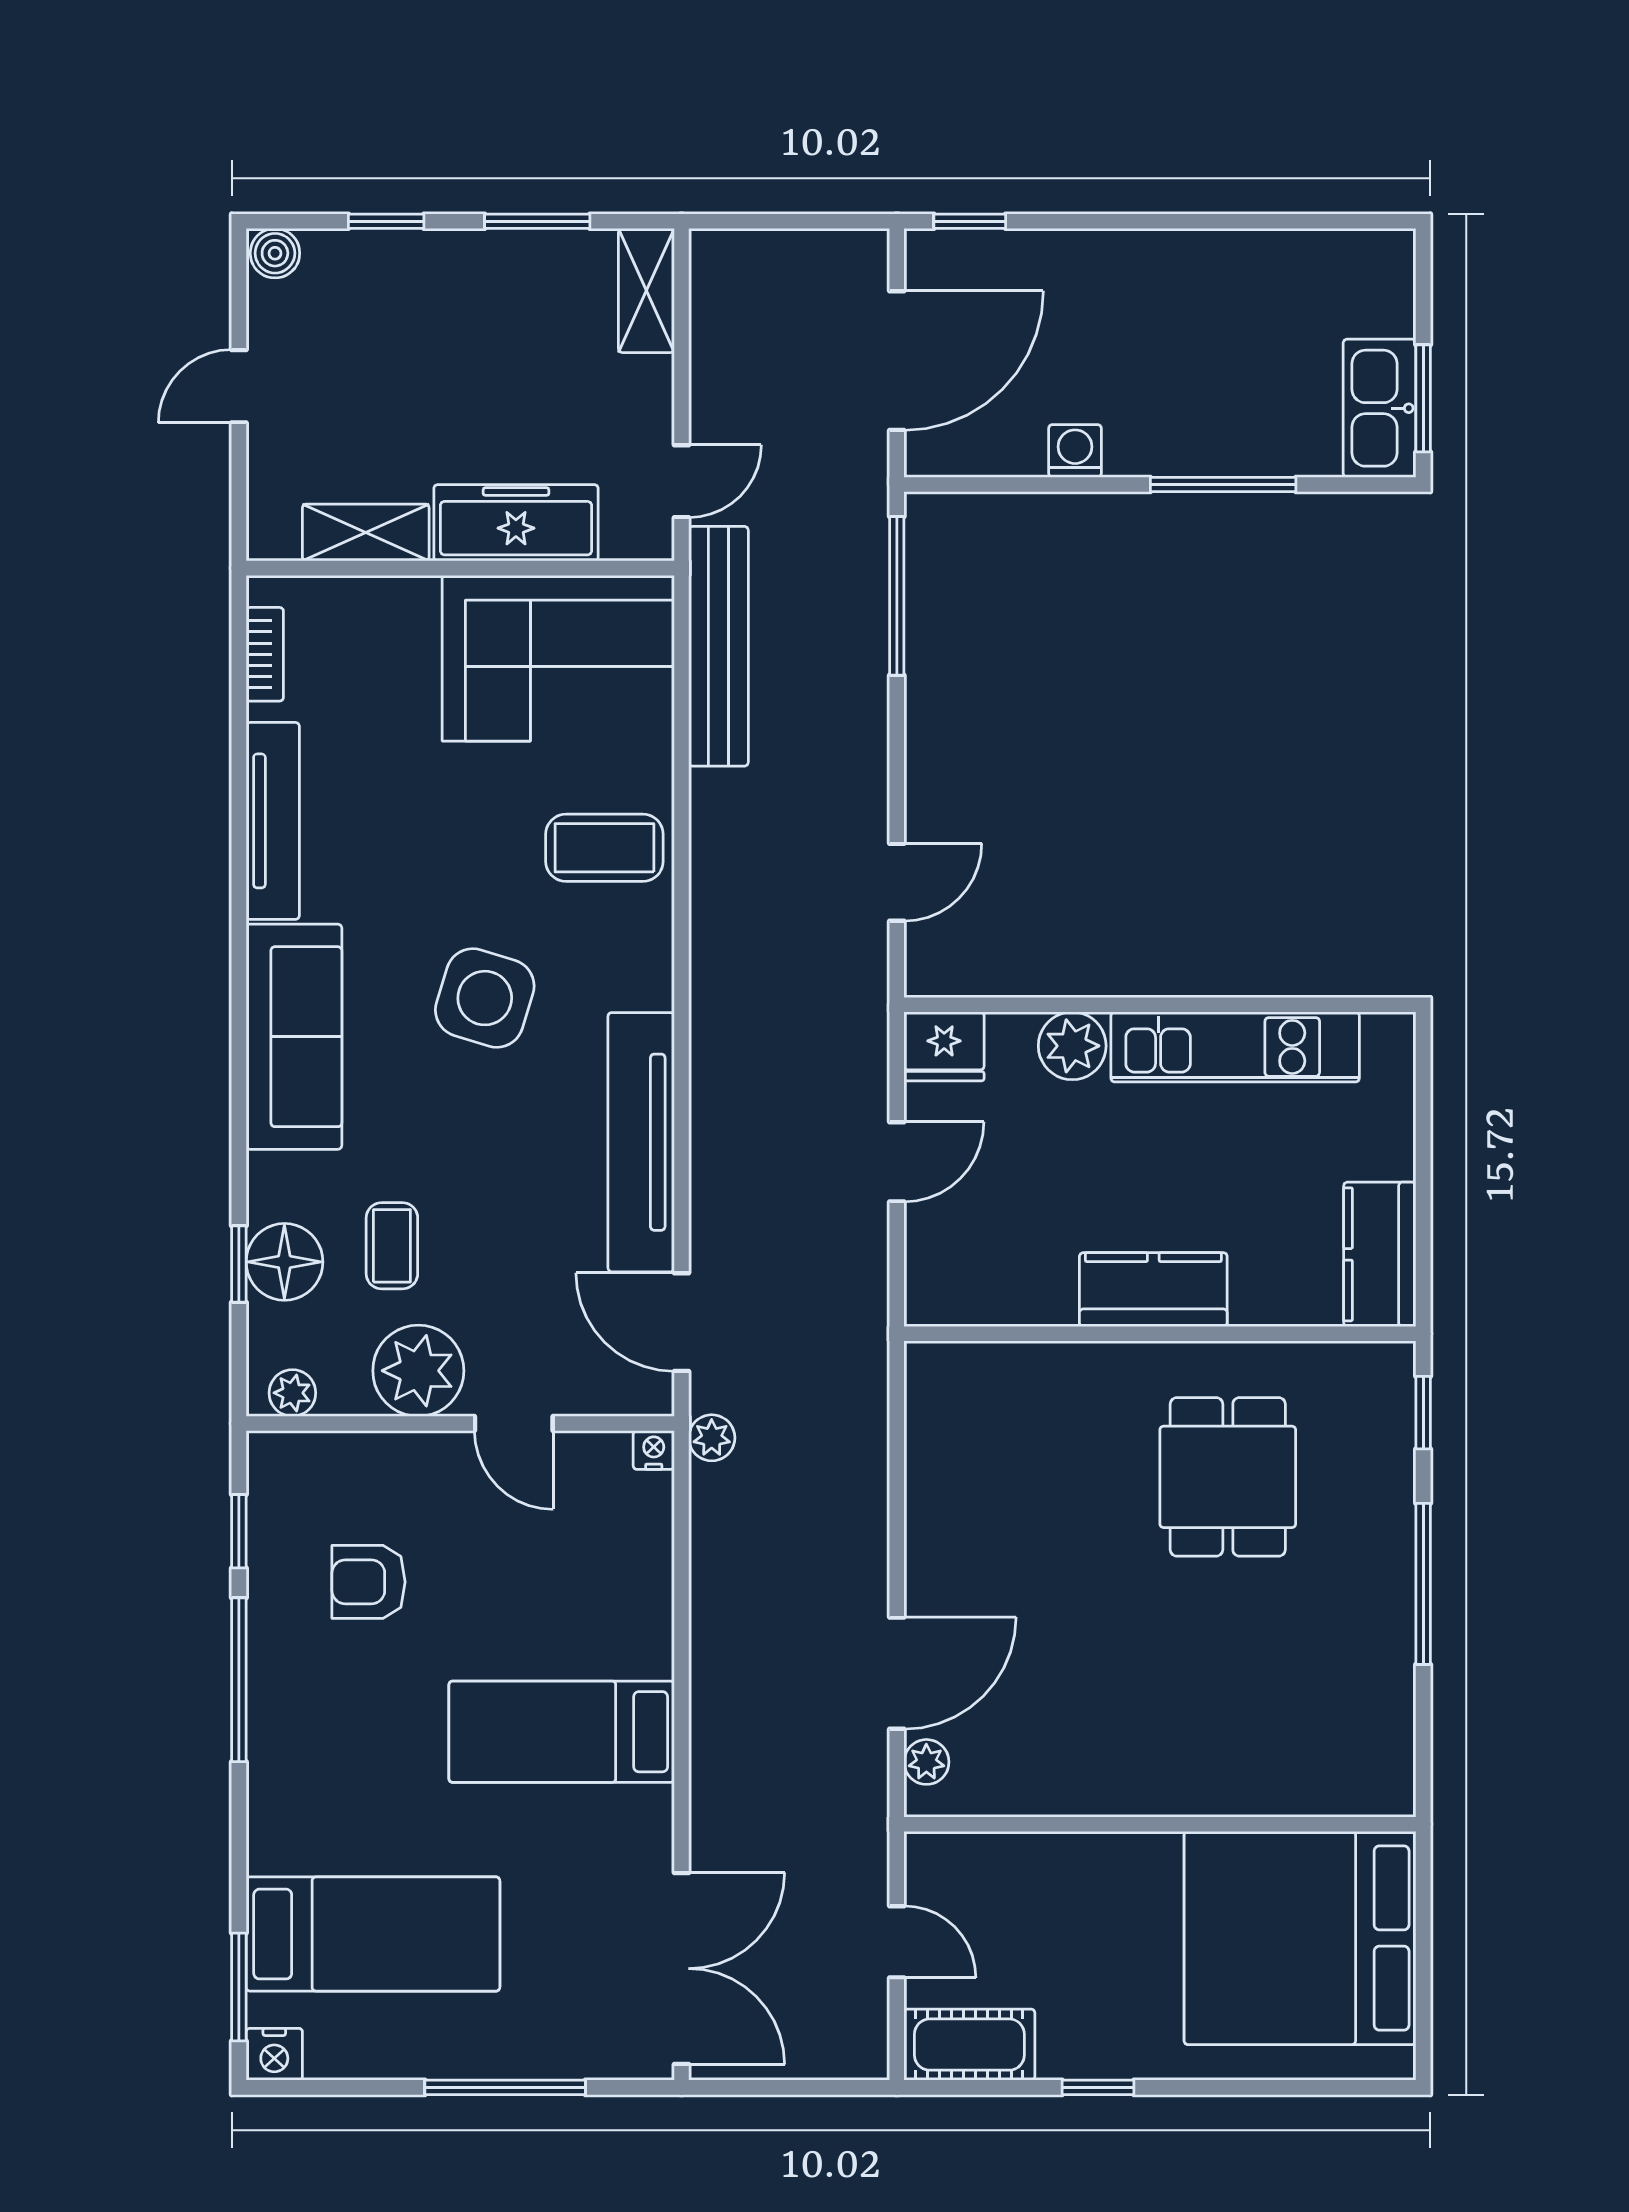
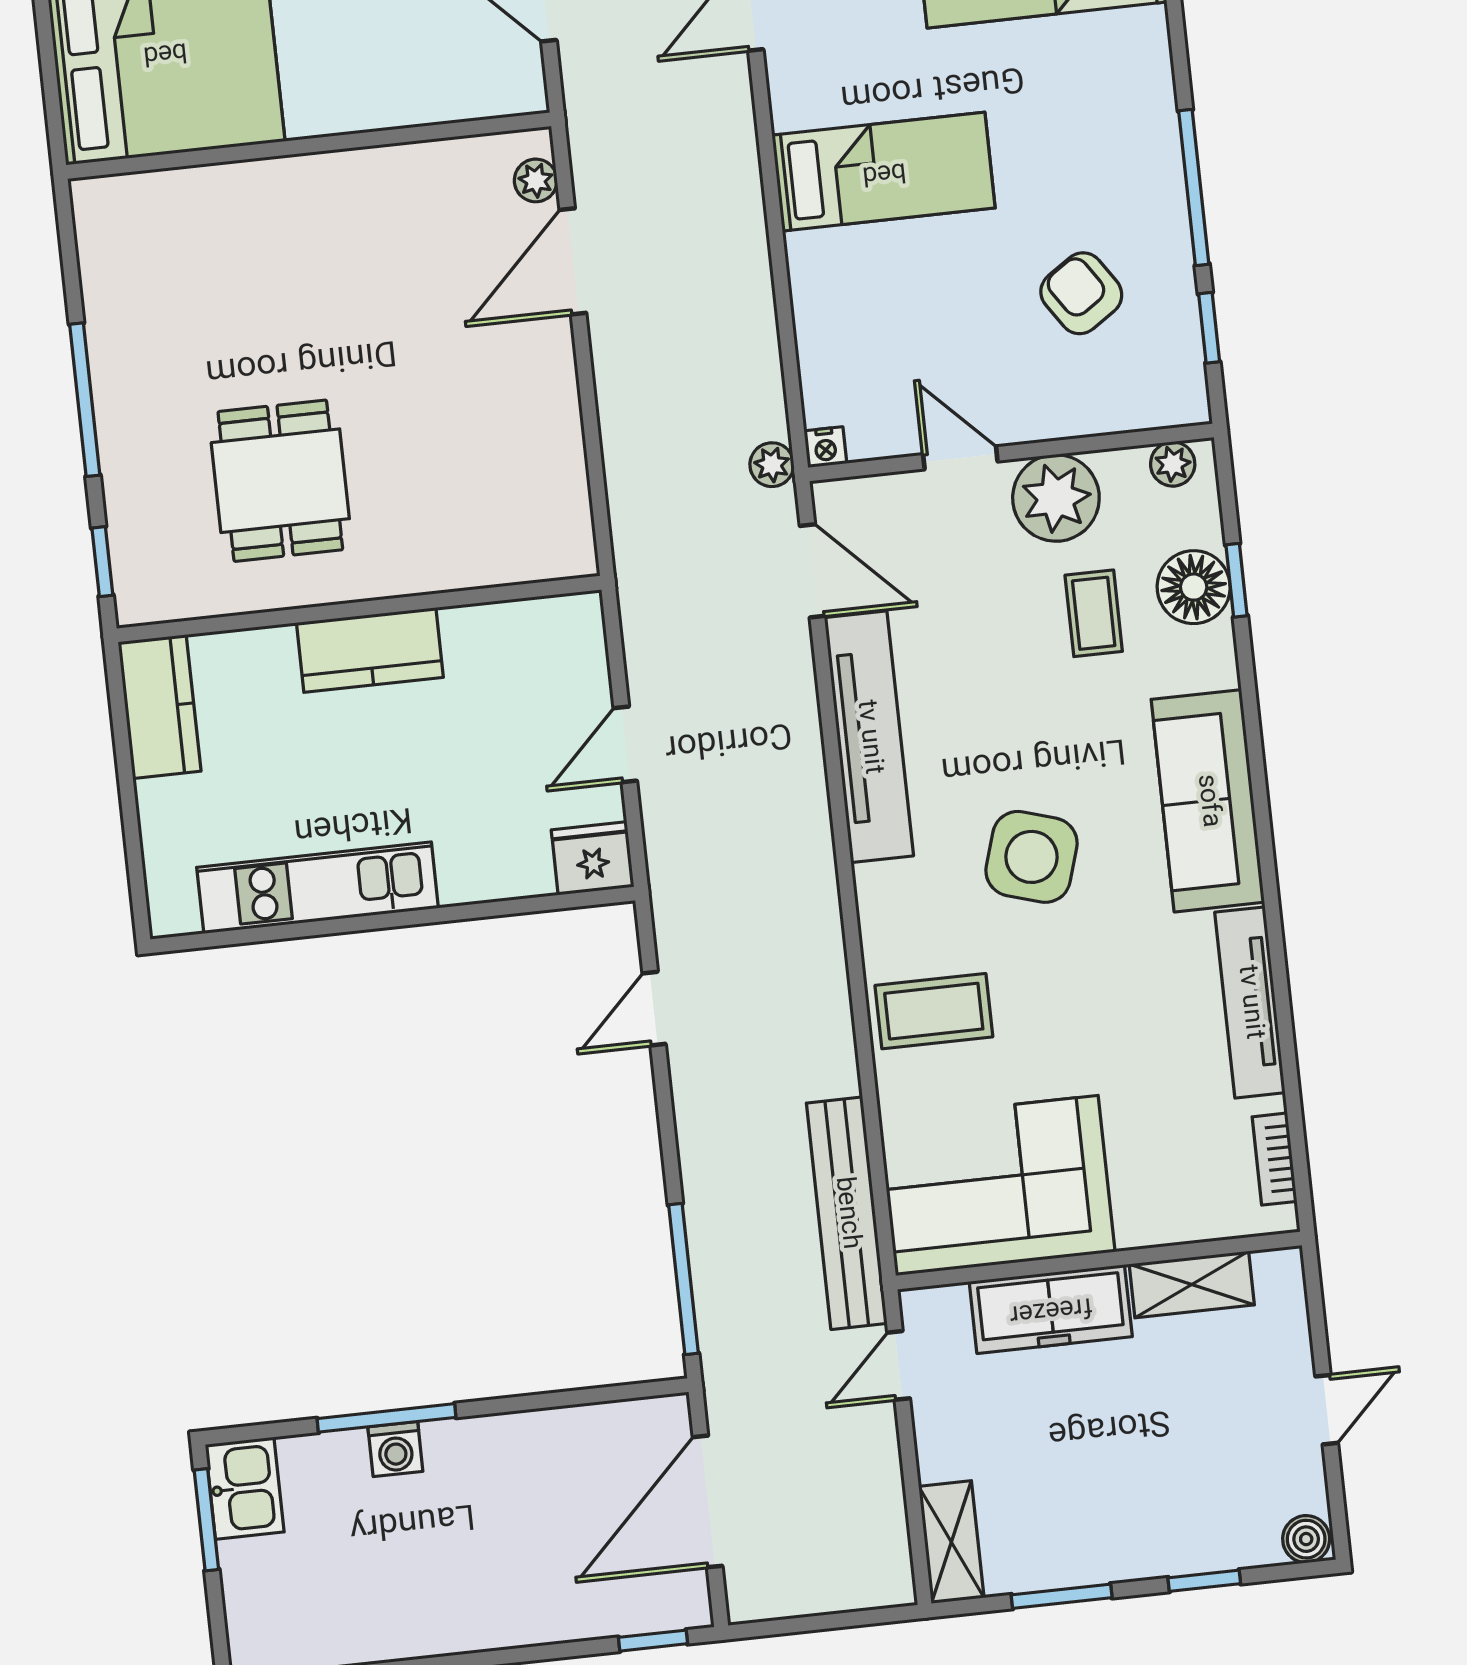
kitchen sink: (1380, 408) -> (245, 1488), width x0.73
washing machine: (1075, 451) -> (395, 1449), moved
plant: (1072, 1046) -> (472, 872), removed
armchair: (369, 1582) -> (1081, 293), turned -124

